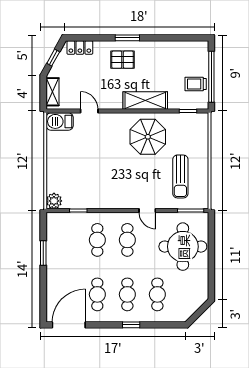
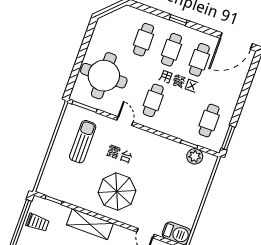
parasol: (148, 137) -> (117, 192), moved
plant: (54, 201) -> (195, 156), moved
cafe table: (97, 240) -> (209, 121), moved
window: (43, 253) -> (228, 138), moved

